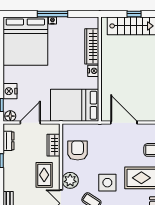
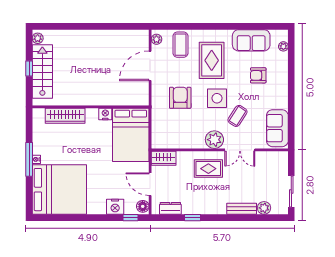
nightstand: (93, 71) -> (105, 114), moved
door: (124, 123) -> (150, 66), moved
wardrobe: (54, 145) -> (164, 158), moved
armchair: (78, 150) -> (180, 98), moved, turned 90

